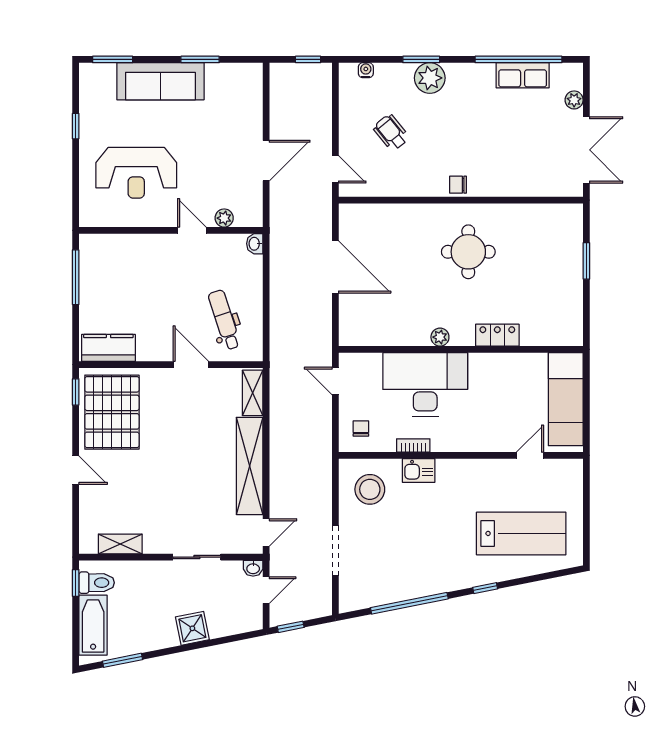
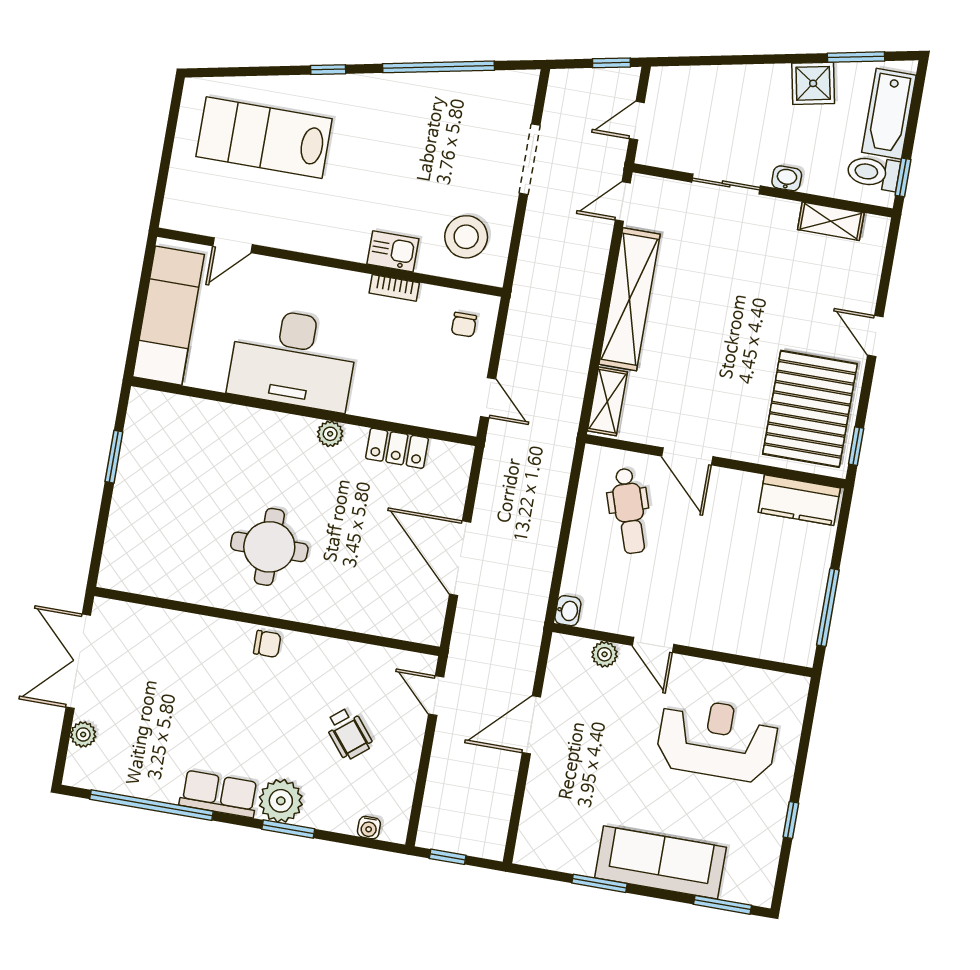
row of seats: (523, 75) -> (219, 794), moved
window: (586, 261) -> (114, 457), moved
locker: (497, 335) -> (397, 448), moved
desk: (425, 384) -> (293, 359), moved
washbasin: (253, 568) -> (787, 178), moved
shower: (192, 628) -> (813, 83), moved

